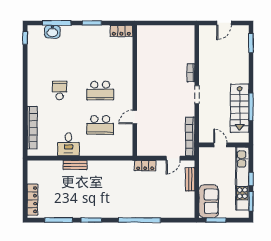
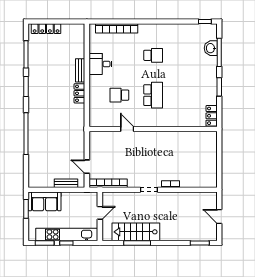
school desk: (100, 91) -> (153, 95), turned 180
school desk: (100, 125) -> (119, 95), width x0.54
locker: (145, 166) -> (79, 93), moved

